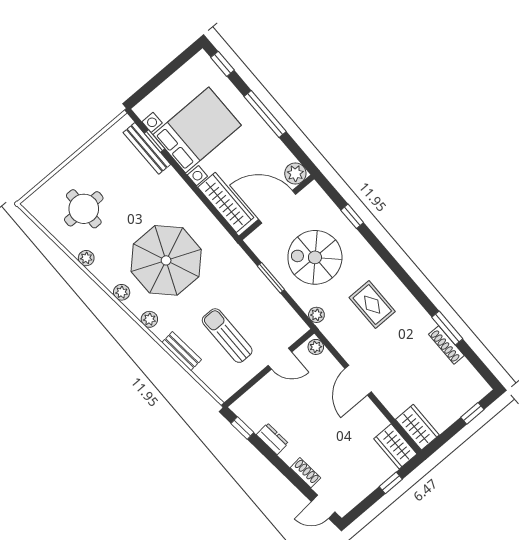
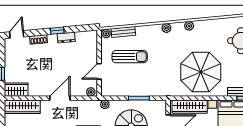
plant: (86, 258) -> (106, 34), moved
parasol: (166, 260) -> (201, 72), moved
bench: (182, 351) -> (123, 32), moved
door: (358, 380) -> (60, 98), hinge flipped
wardrobe: (417, 427) -> (22, 107), width x1.50
window: (242, 428) -> (57, 31), moved

